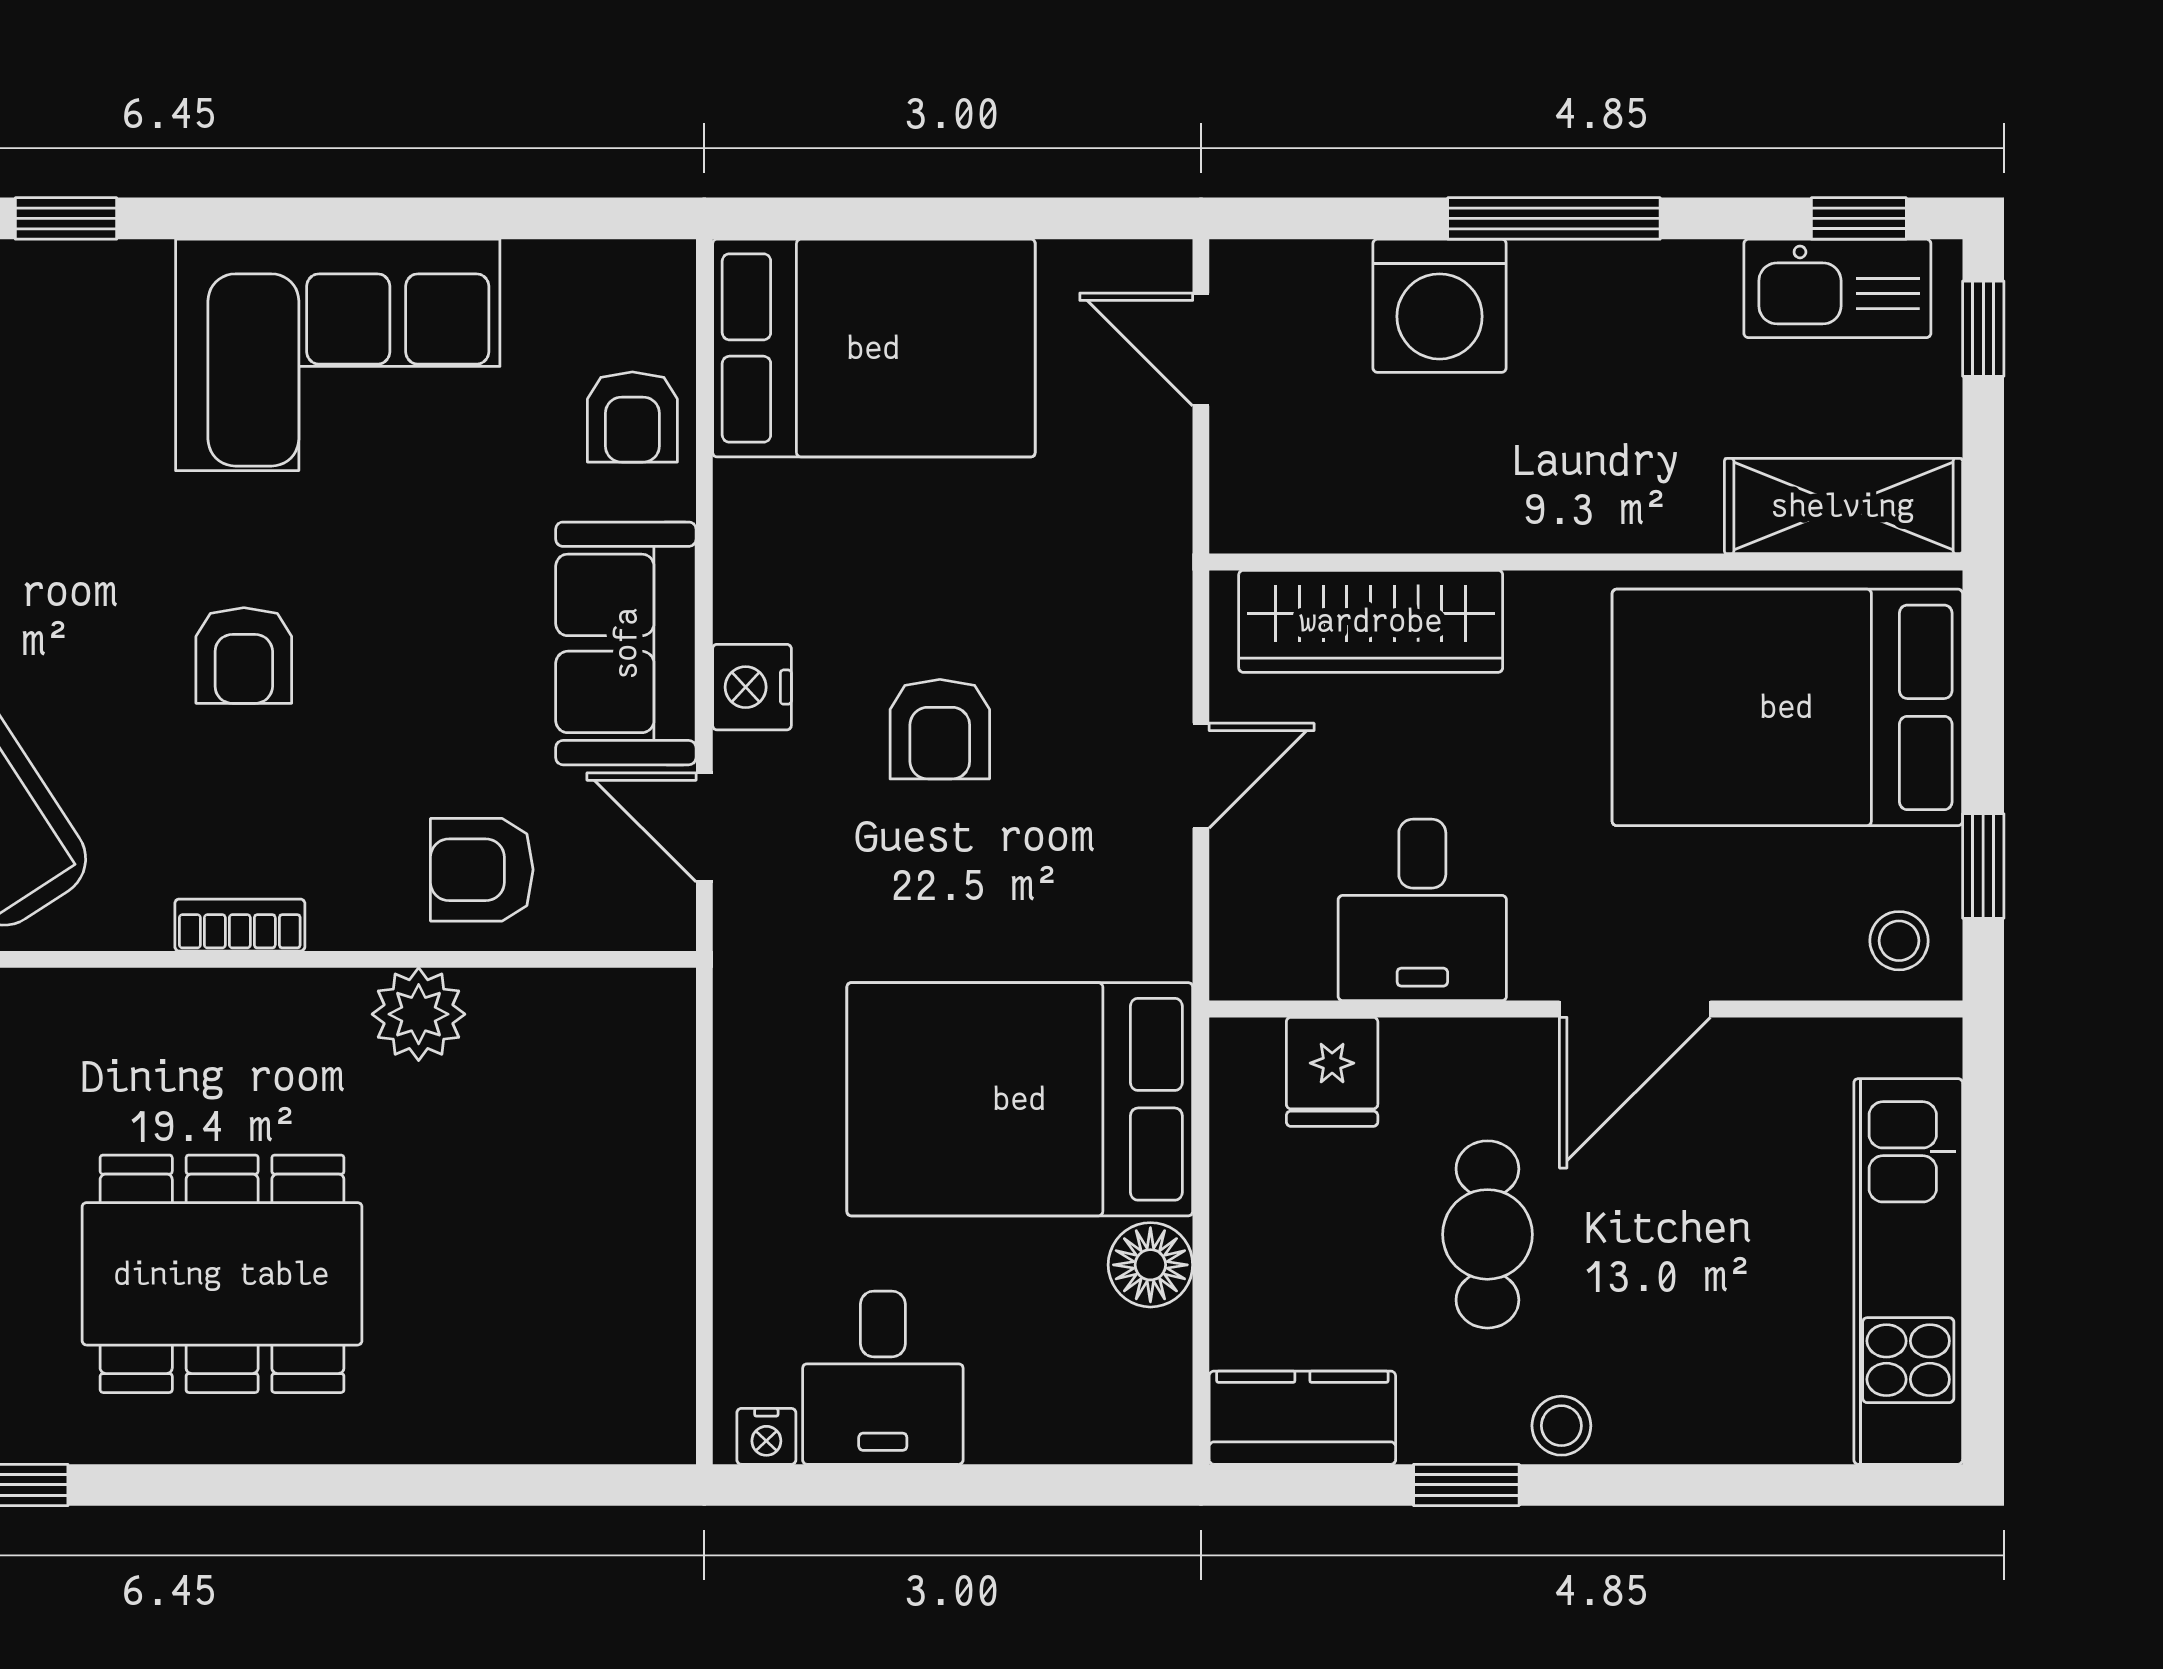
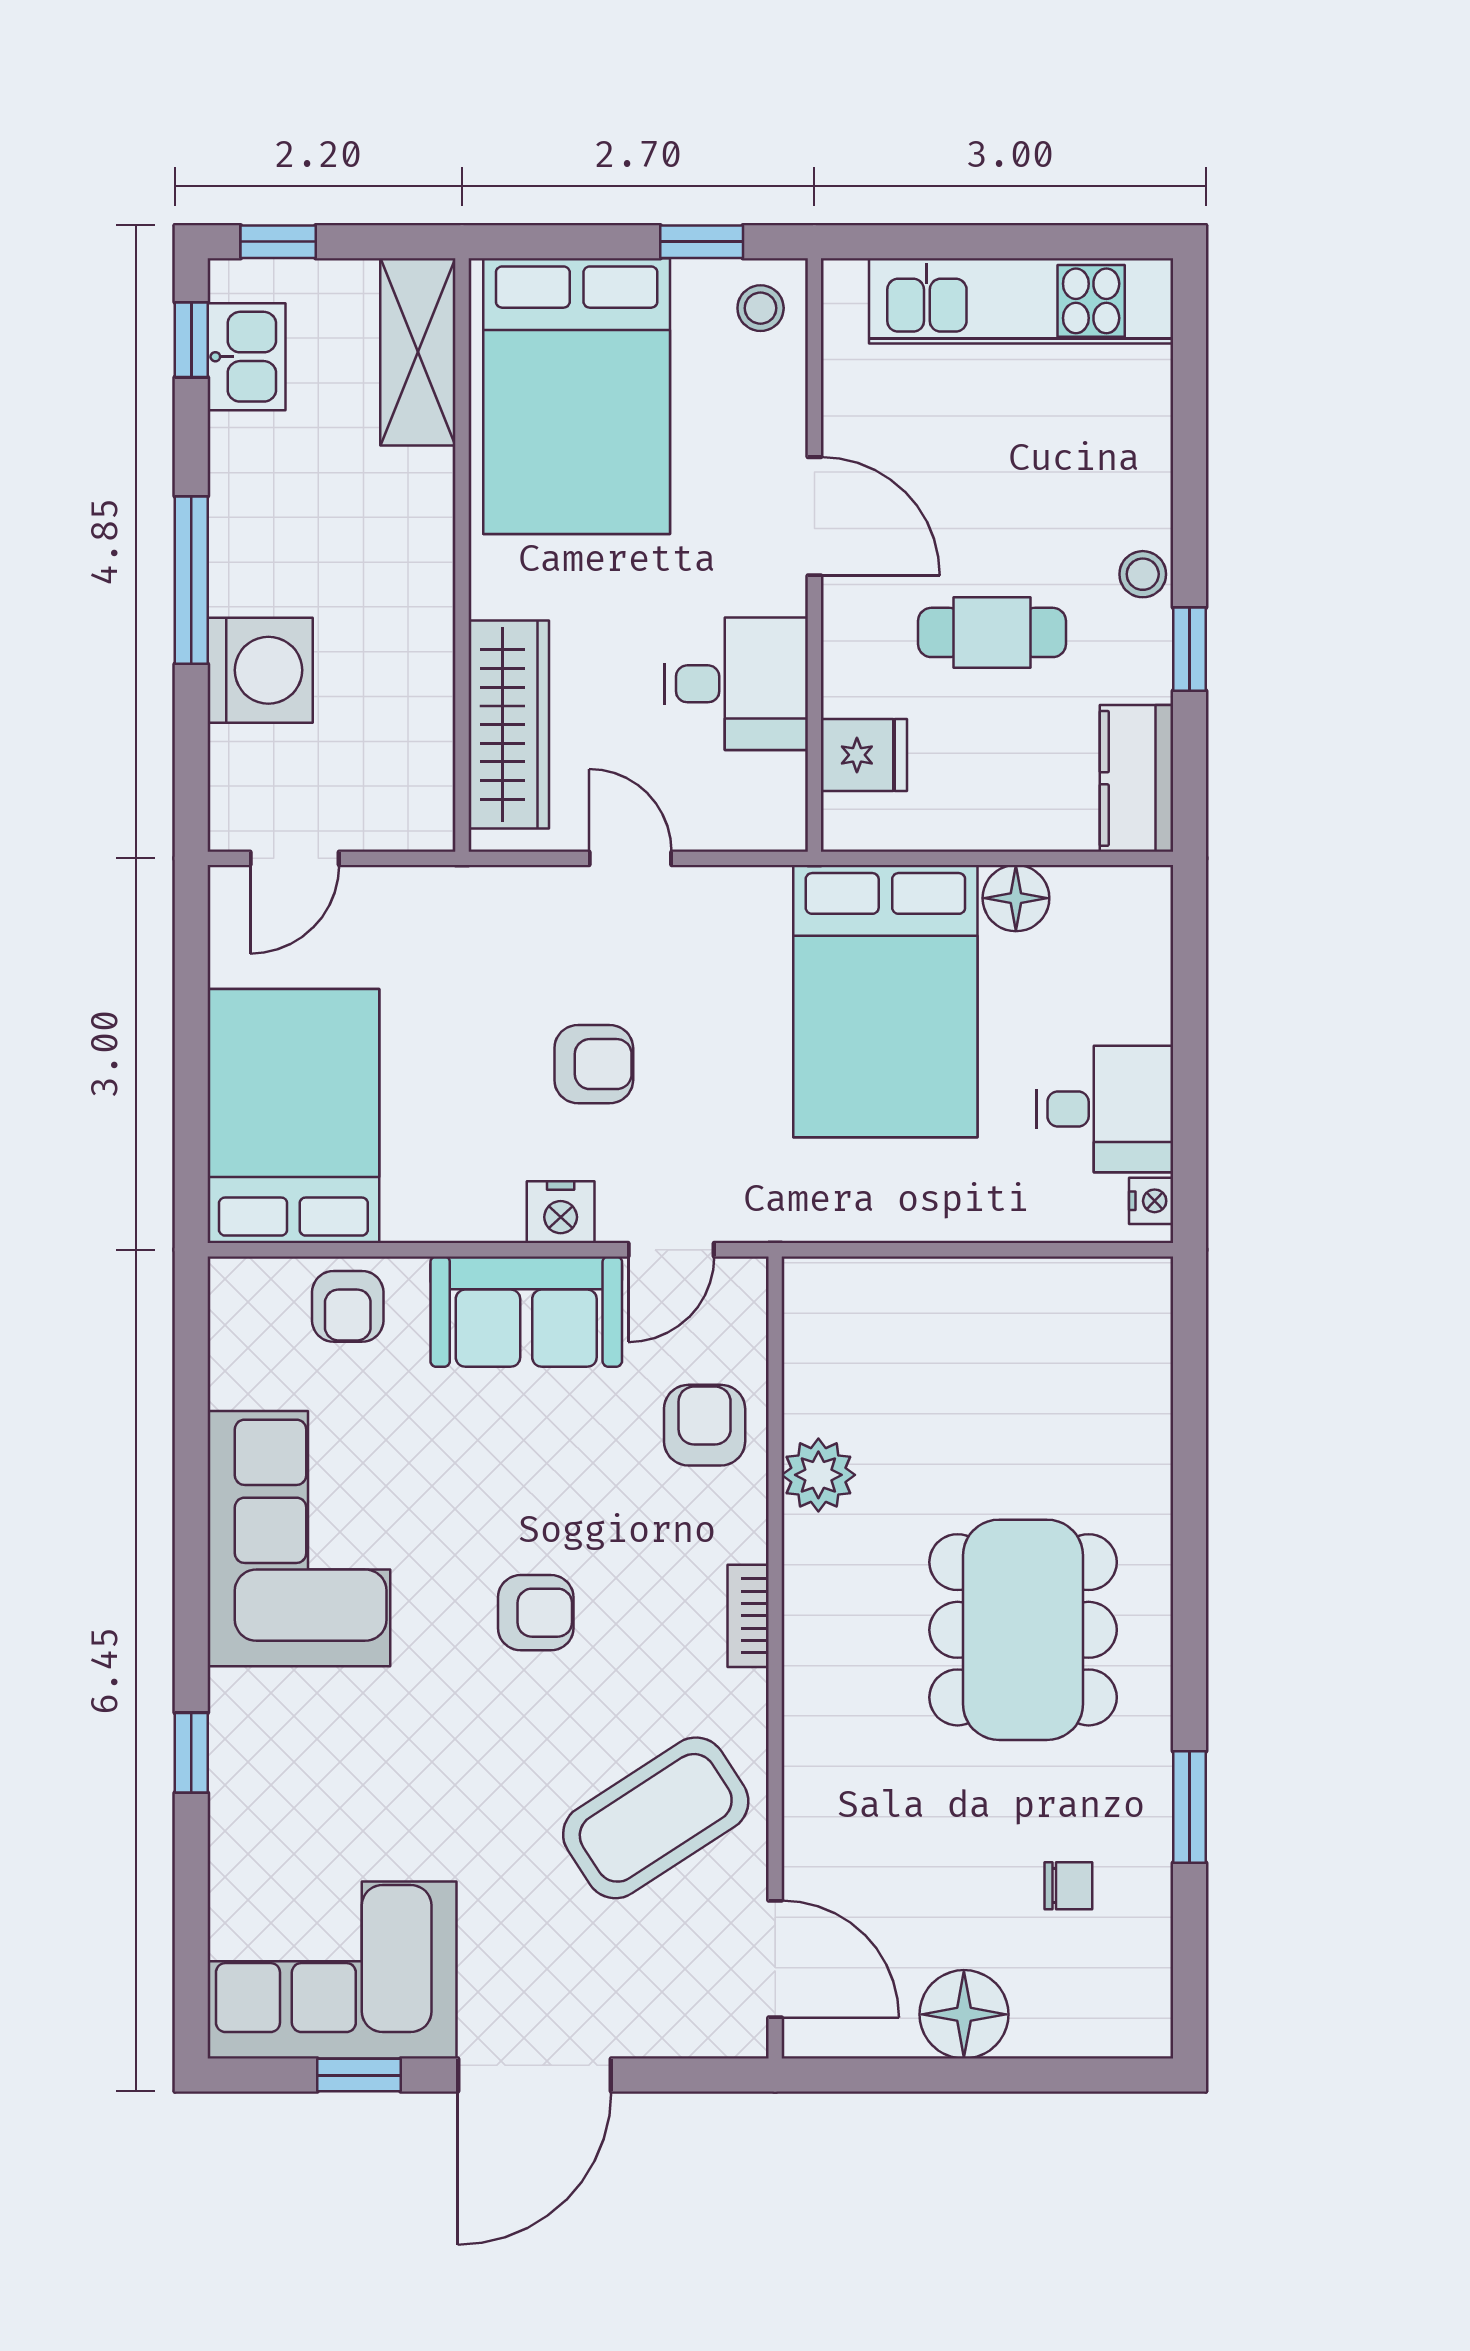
kitchen sink: (1837, 288) -> (246, 357), width x0.73
armchair: (632, 417) -> (348, 1306), turned 90
armchair: (482, 870) -> (705, 1425), turned 180

